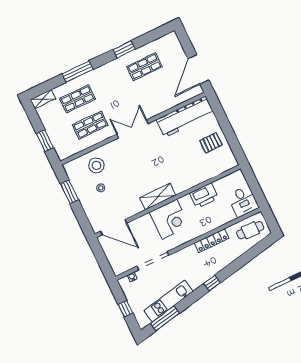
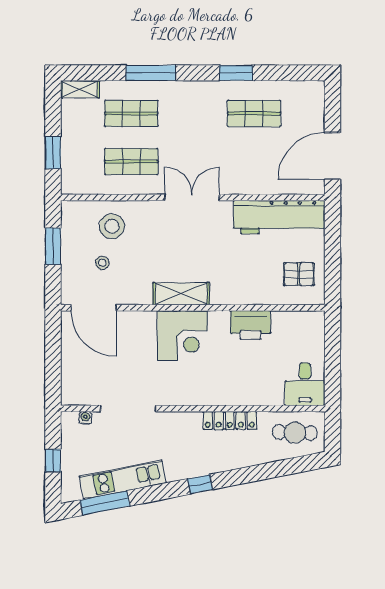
printer: (204, 196) -> (251, 325), moved
shelving: (158, 197) -> (181, 294), moved
wall: (168, 201) -> (193, 308), moved
corner desk: (169, 219) -> (182, 336), moved
door: (114, 227) -> (94, 308), moved

